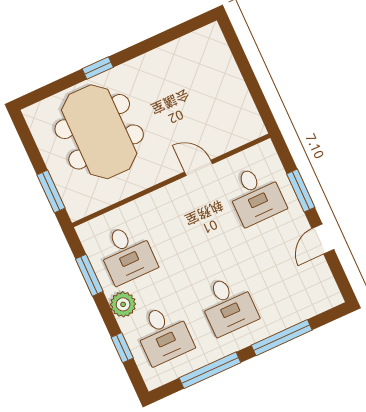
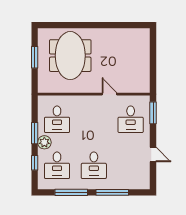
window: (98, 68) -> (83, 25), removed
window: (51, 191) -> (35, 57), moved
window: (301, 191) -> (153, 113), moved
door: (323, 239) -> (153, 155), swing flipped
window: (89, 275) -> (35, 133), moved

